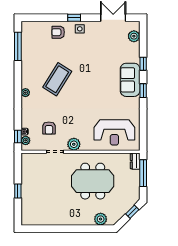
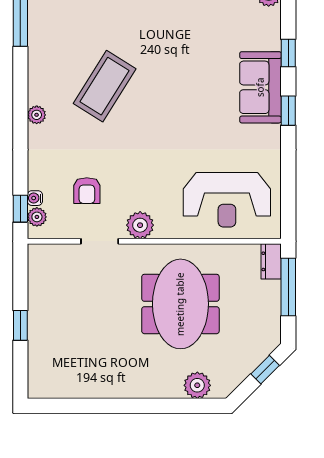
meeting table: (93, 181) -> (180, 304), turned 90

